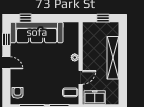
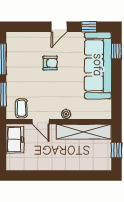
shelving: (113, 58) -> (84, 132), moved
armchair: (18, 93) -> (50, 63), moved

